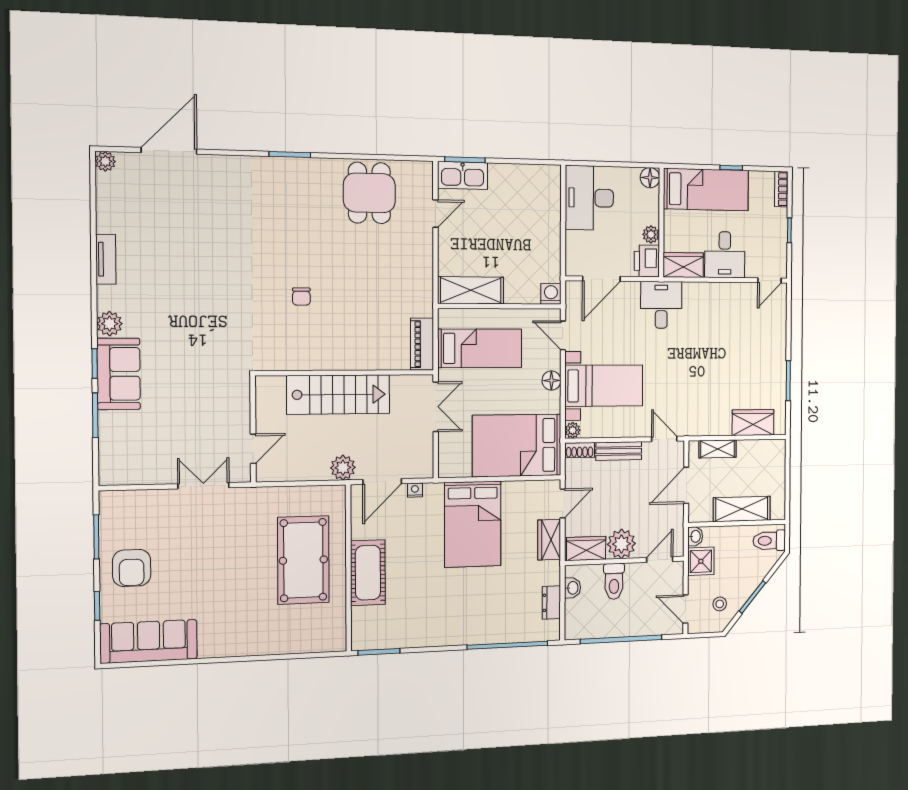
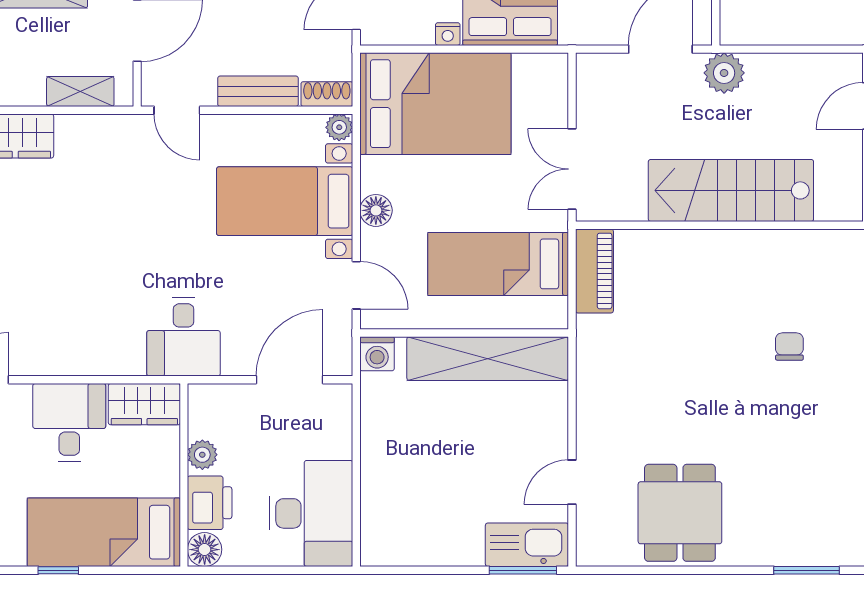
printer: (647, 261) -> (210, 503), moved
shelving: (471, 290) -> (488, 359), width x1.47
nightstand: (415, 490) -> (448, 34), moved

